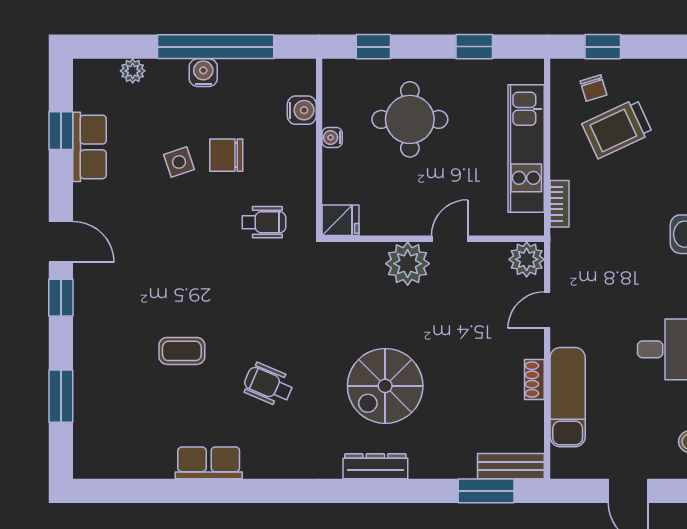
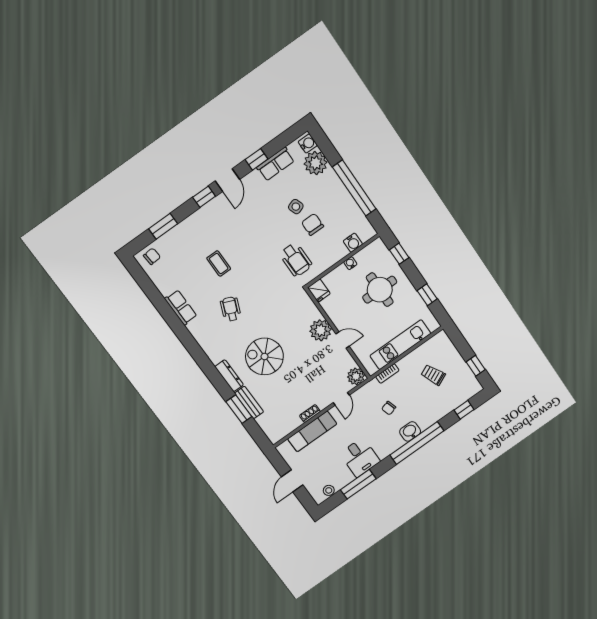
window: (603, 47) -> (476, 366), moved
plant: (133, 71) -> (316, 163), width x1.88, depth x1.88
water cooler: (203, 73) -> (308, 144), moved
chair: (594, 88) -> (389, 408), moved
trolley: (617, 129) -> (433, 375), width x0.73, depth x0.72
window: (61, 131) -> (256, 159), moved
wheelchair: (264, 222) -> (296, 260), width x1.36, depth x1.37
door: (547, 310) -> (341, 399), swing flipped
chair: (95, 449) -> (152, 256), added
bench: (511, 466) -> (249, 402), moved
window: (486, 491) -> (239, 409), moved

